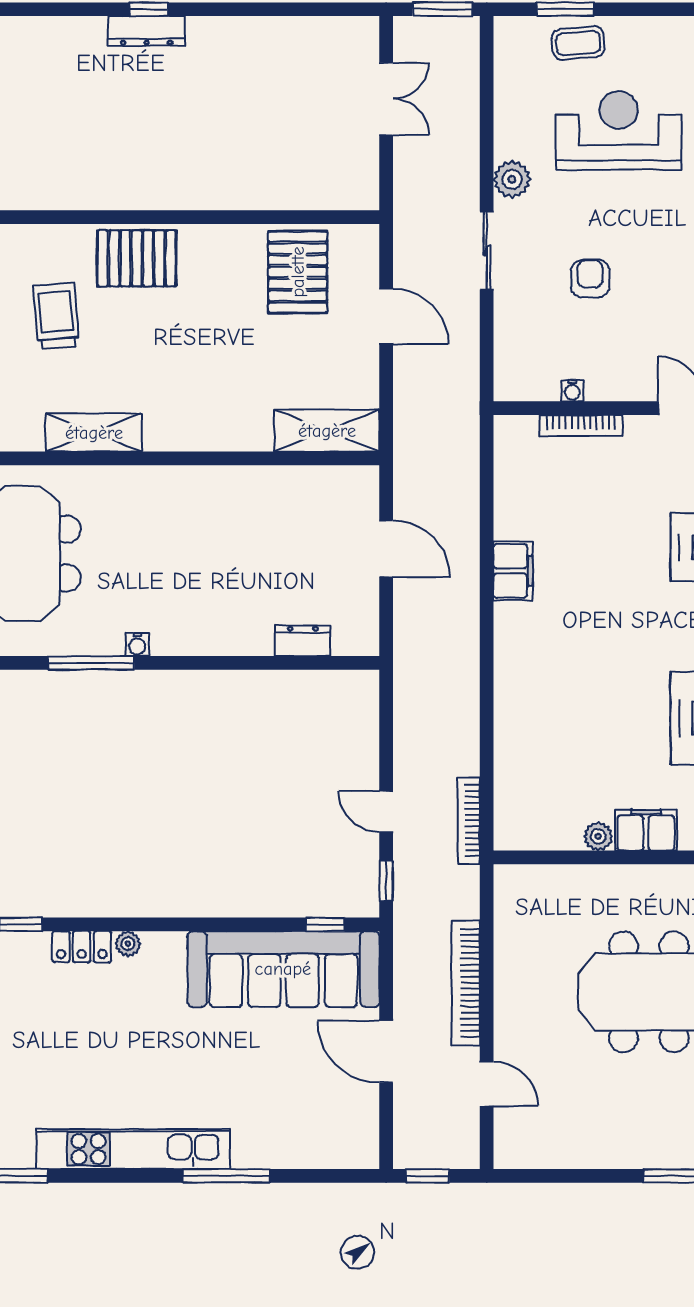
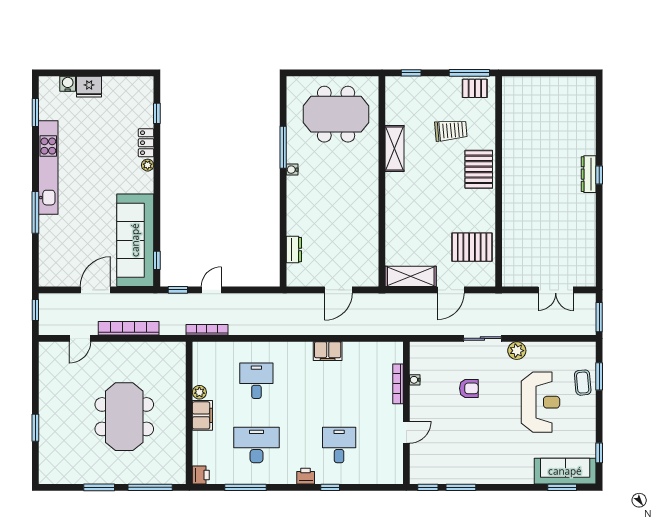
shelving: (327, 431) -> (411, 276), moved, turned 90
desk: (574, 718) -> (256, 381), added

